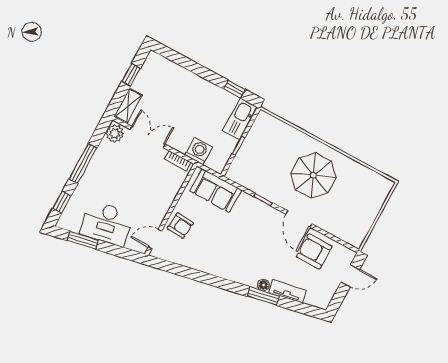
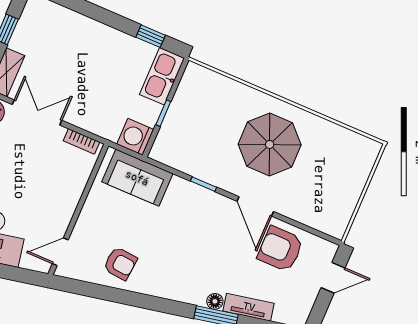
washing machine: (199, 151) -> (135, 137), moved, turned -90
armchair: (180, 226) -> (120, 263), moved

